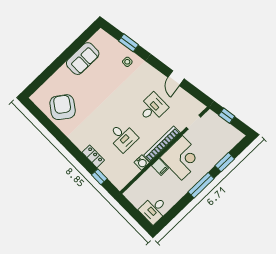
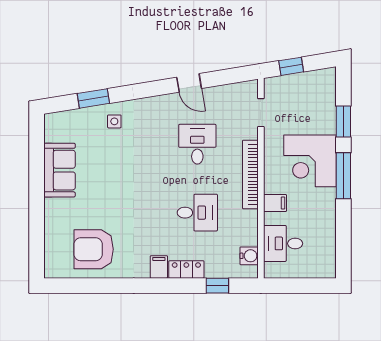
armchair: (63, 107) -> (94, 249), turned -36
filing cabinet: (83, 143) -> (159, 267), added
corner desk: (182, 158) -> (310, 161), moved, turned 180
water cooler: (142, 162) -> (249, 256), moved
desk: (154, 209) -> (283, 243), moved, turned 90

